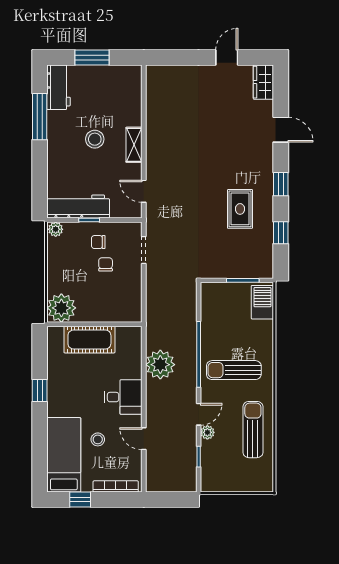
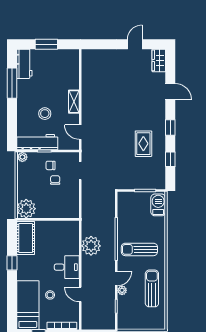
stool: (95, 139) -> (45, 114), moved
cot: (89, 340) -> (26, 238), moved, turned 90

